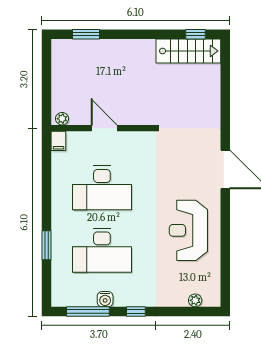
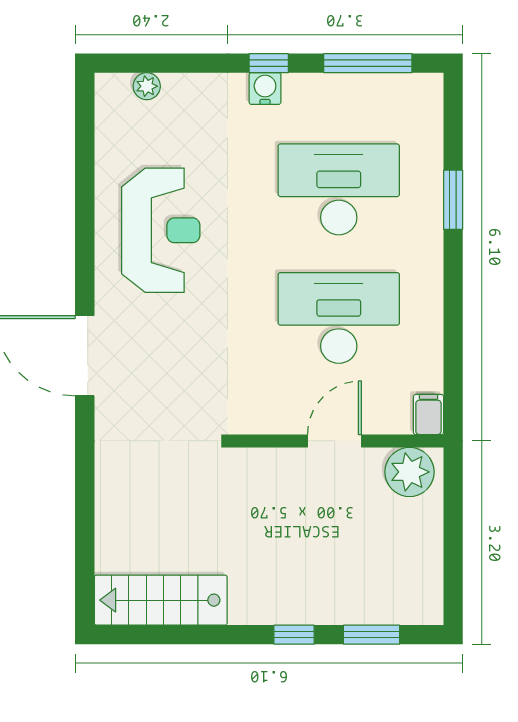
window: (196, 34) -> (294, 635), moved
plant: (62, 119) -> (410, 472), width x1.88, depth x1.88
door: (104, 128) -> (334, 441), swing flipped
water cooler: (105, 299) -> (265, 89), moved

